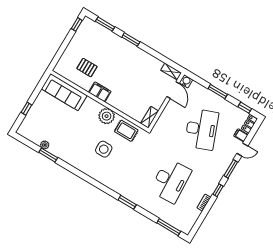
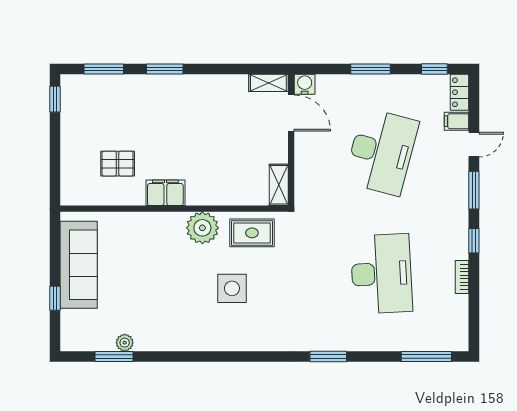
sofa: (64, 92) -> (79, 265), moved, turned -90
desk: (201, 129) -> (381, 152), turned 36
window: (48, 155) -> (114, 356), moved

